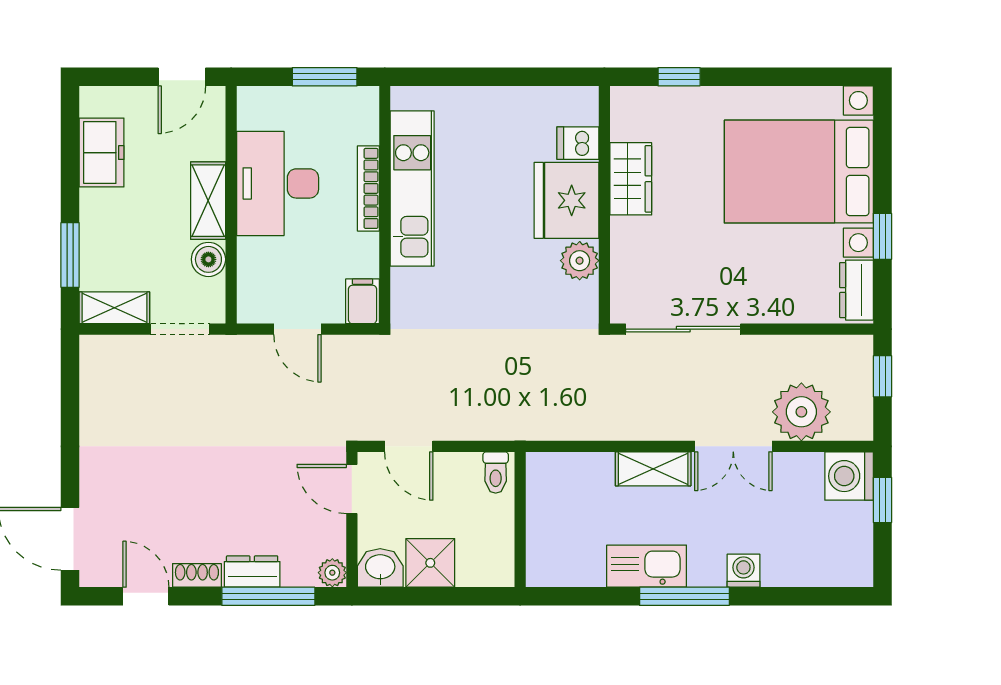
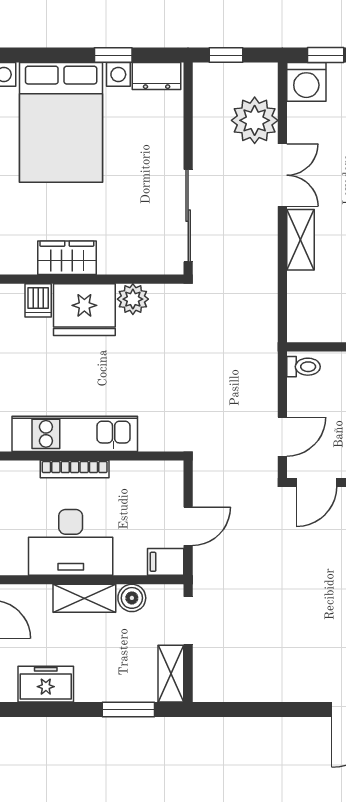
filing cabinet: (362, 301) -> (166, 562), moved

